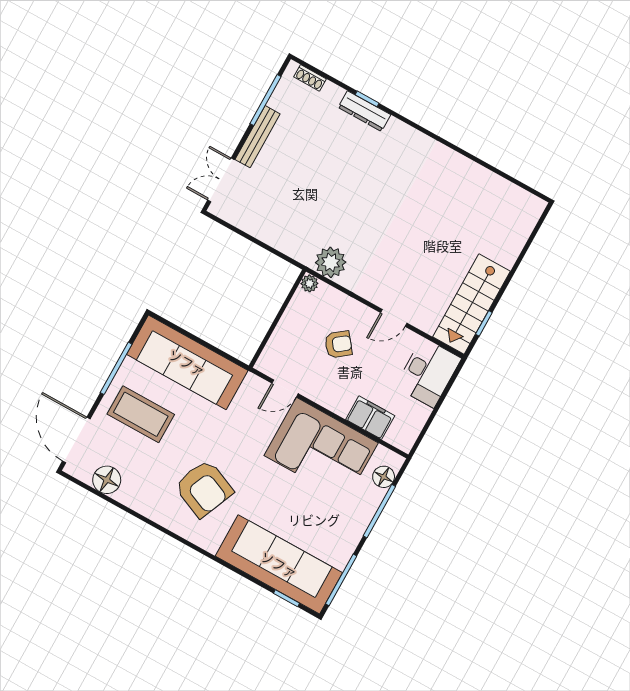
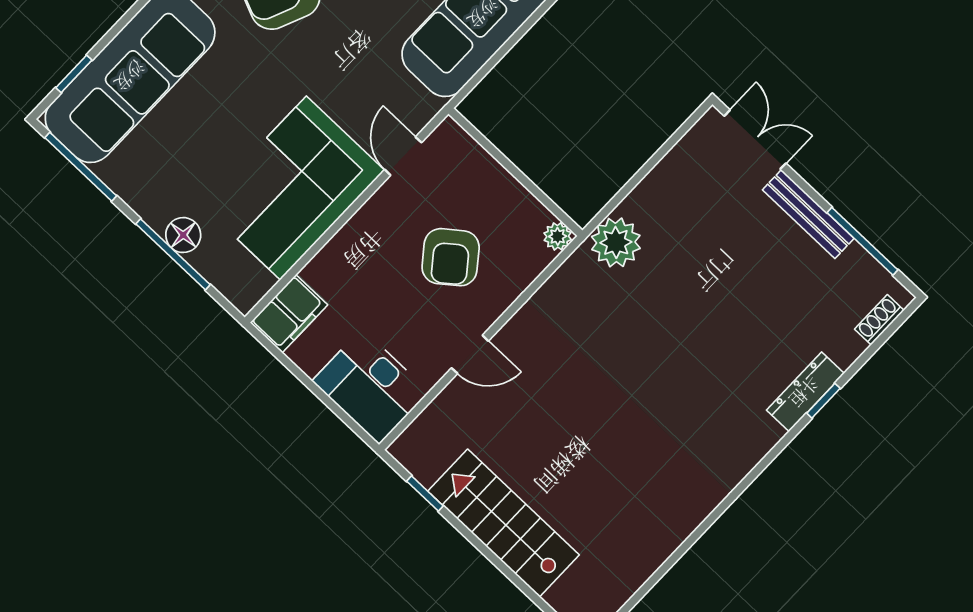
plant: (331, 262) -> (616, 242), moved
stairs: (472, 304) -> (504, 523), moved
door: (394, 318) -> (470, 354), swing flipped
armchair: (338, 344) -> (451, 257), width x1.38, depth x1.38
filing cabinet: (370, 418) -> (289, 314), moved
floor lamp: (384, 477) -> (183, 235), moved

